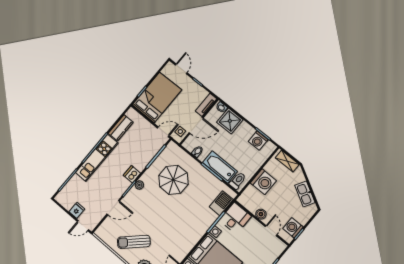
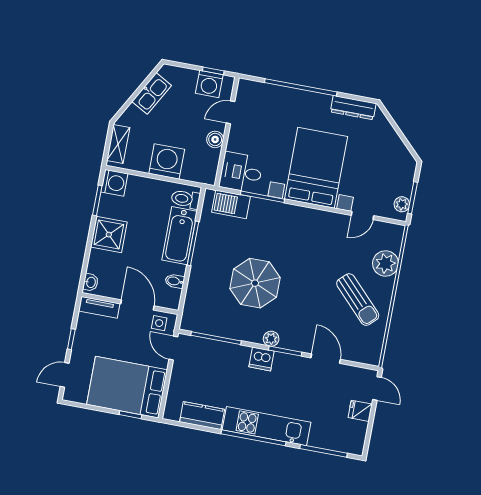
shower: (230, 121) -> (109, 235), moved
washing machine: (258, 141) -> (114, 183), moved
parasol: (173, 180) -> (255, 283), moved

